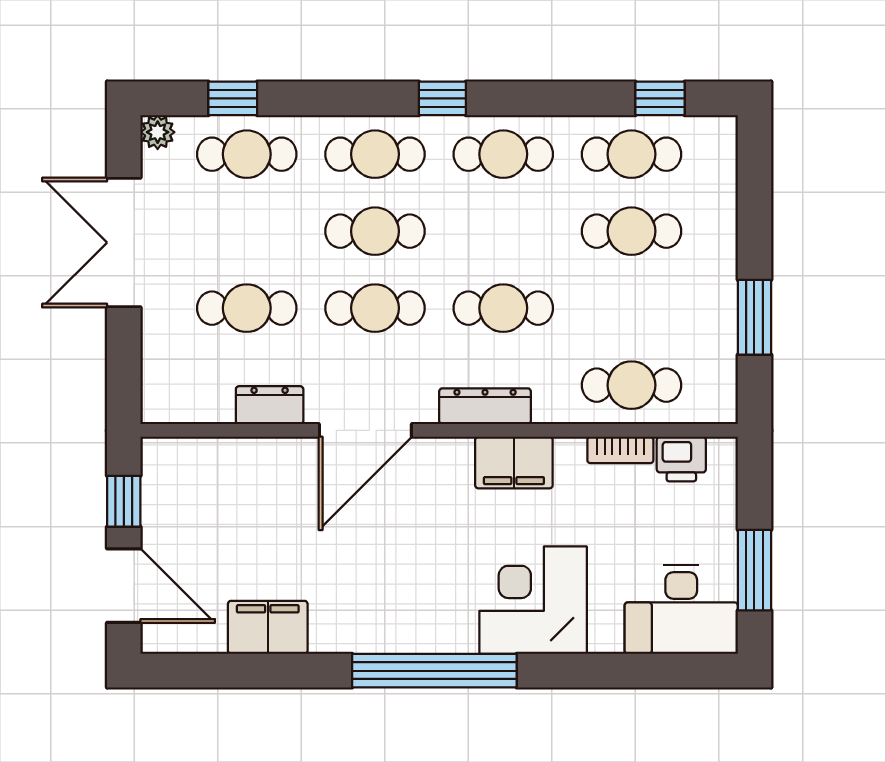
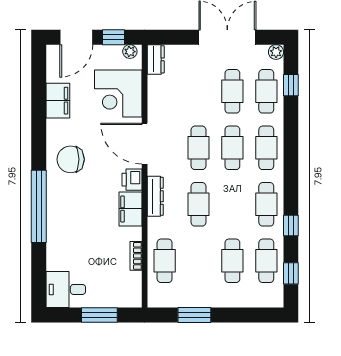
window: (442, 98) -> (291, 225), moved
cafe table: (247, 308) -> (232, 91), moved
dresser: (270, 405) -> (156, 59), moved
printer: (681, 459) -> (132, 180), moved
plant: (156, 464) -> (130, 52), added
window: (754, 570) -> (99, 315), moved
chair: (401, 599) -> (71, 159), added
corner desk: (533, 600) -> (118, 94), moved, turned 180
desk: (681, 609) -> (66, 289), width x0.73
window: (434, 671) -> (39, 206), moved

